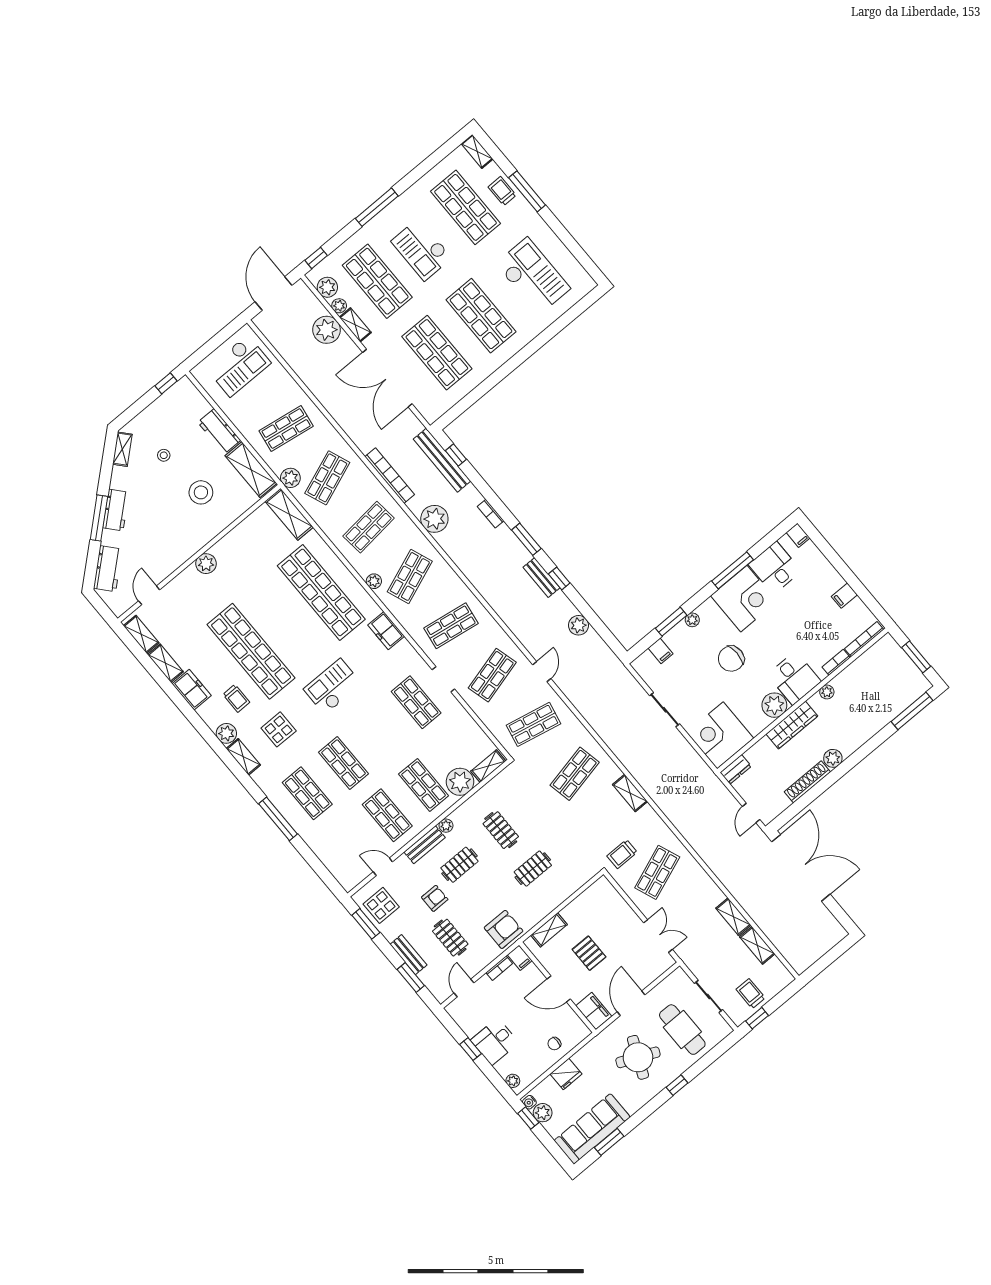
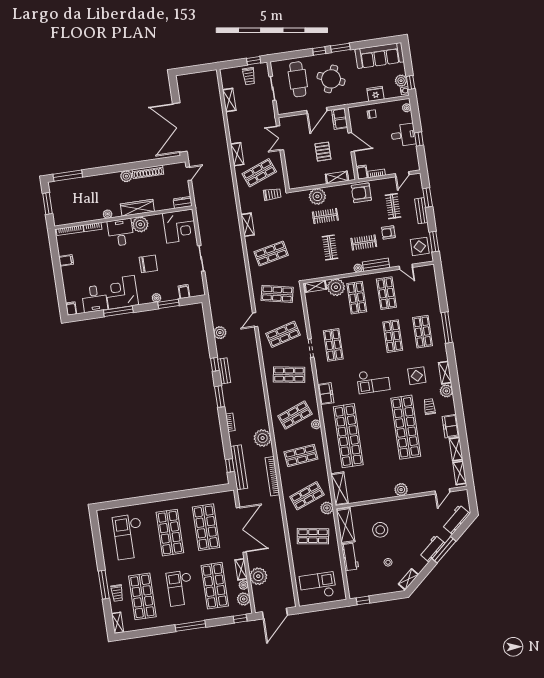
checkout: (422, 249) -> (180, 588), turned 180
plant: (560, 888) -> (317, 196), added
shelving: (733, 917) -> (237, 154), moved
window: (609, 1142) -> (340, 48), moved

